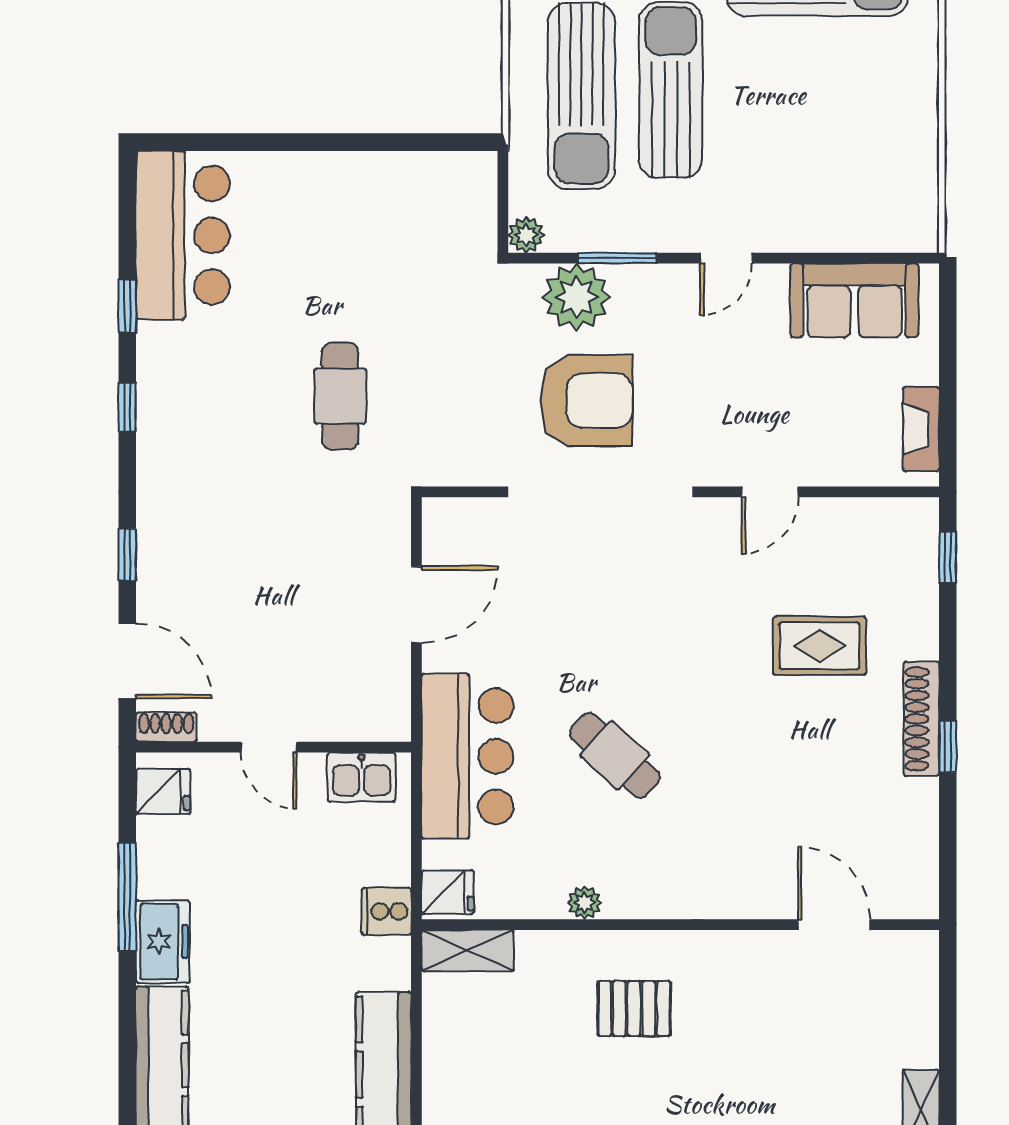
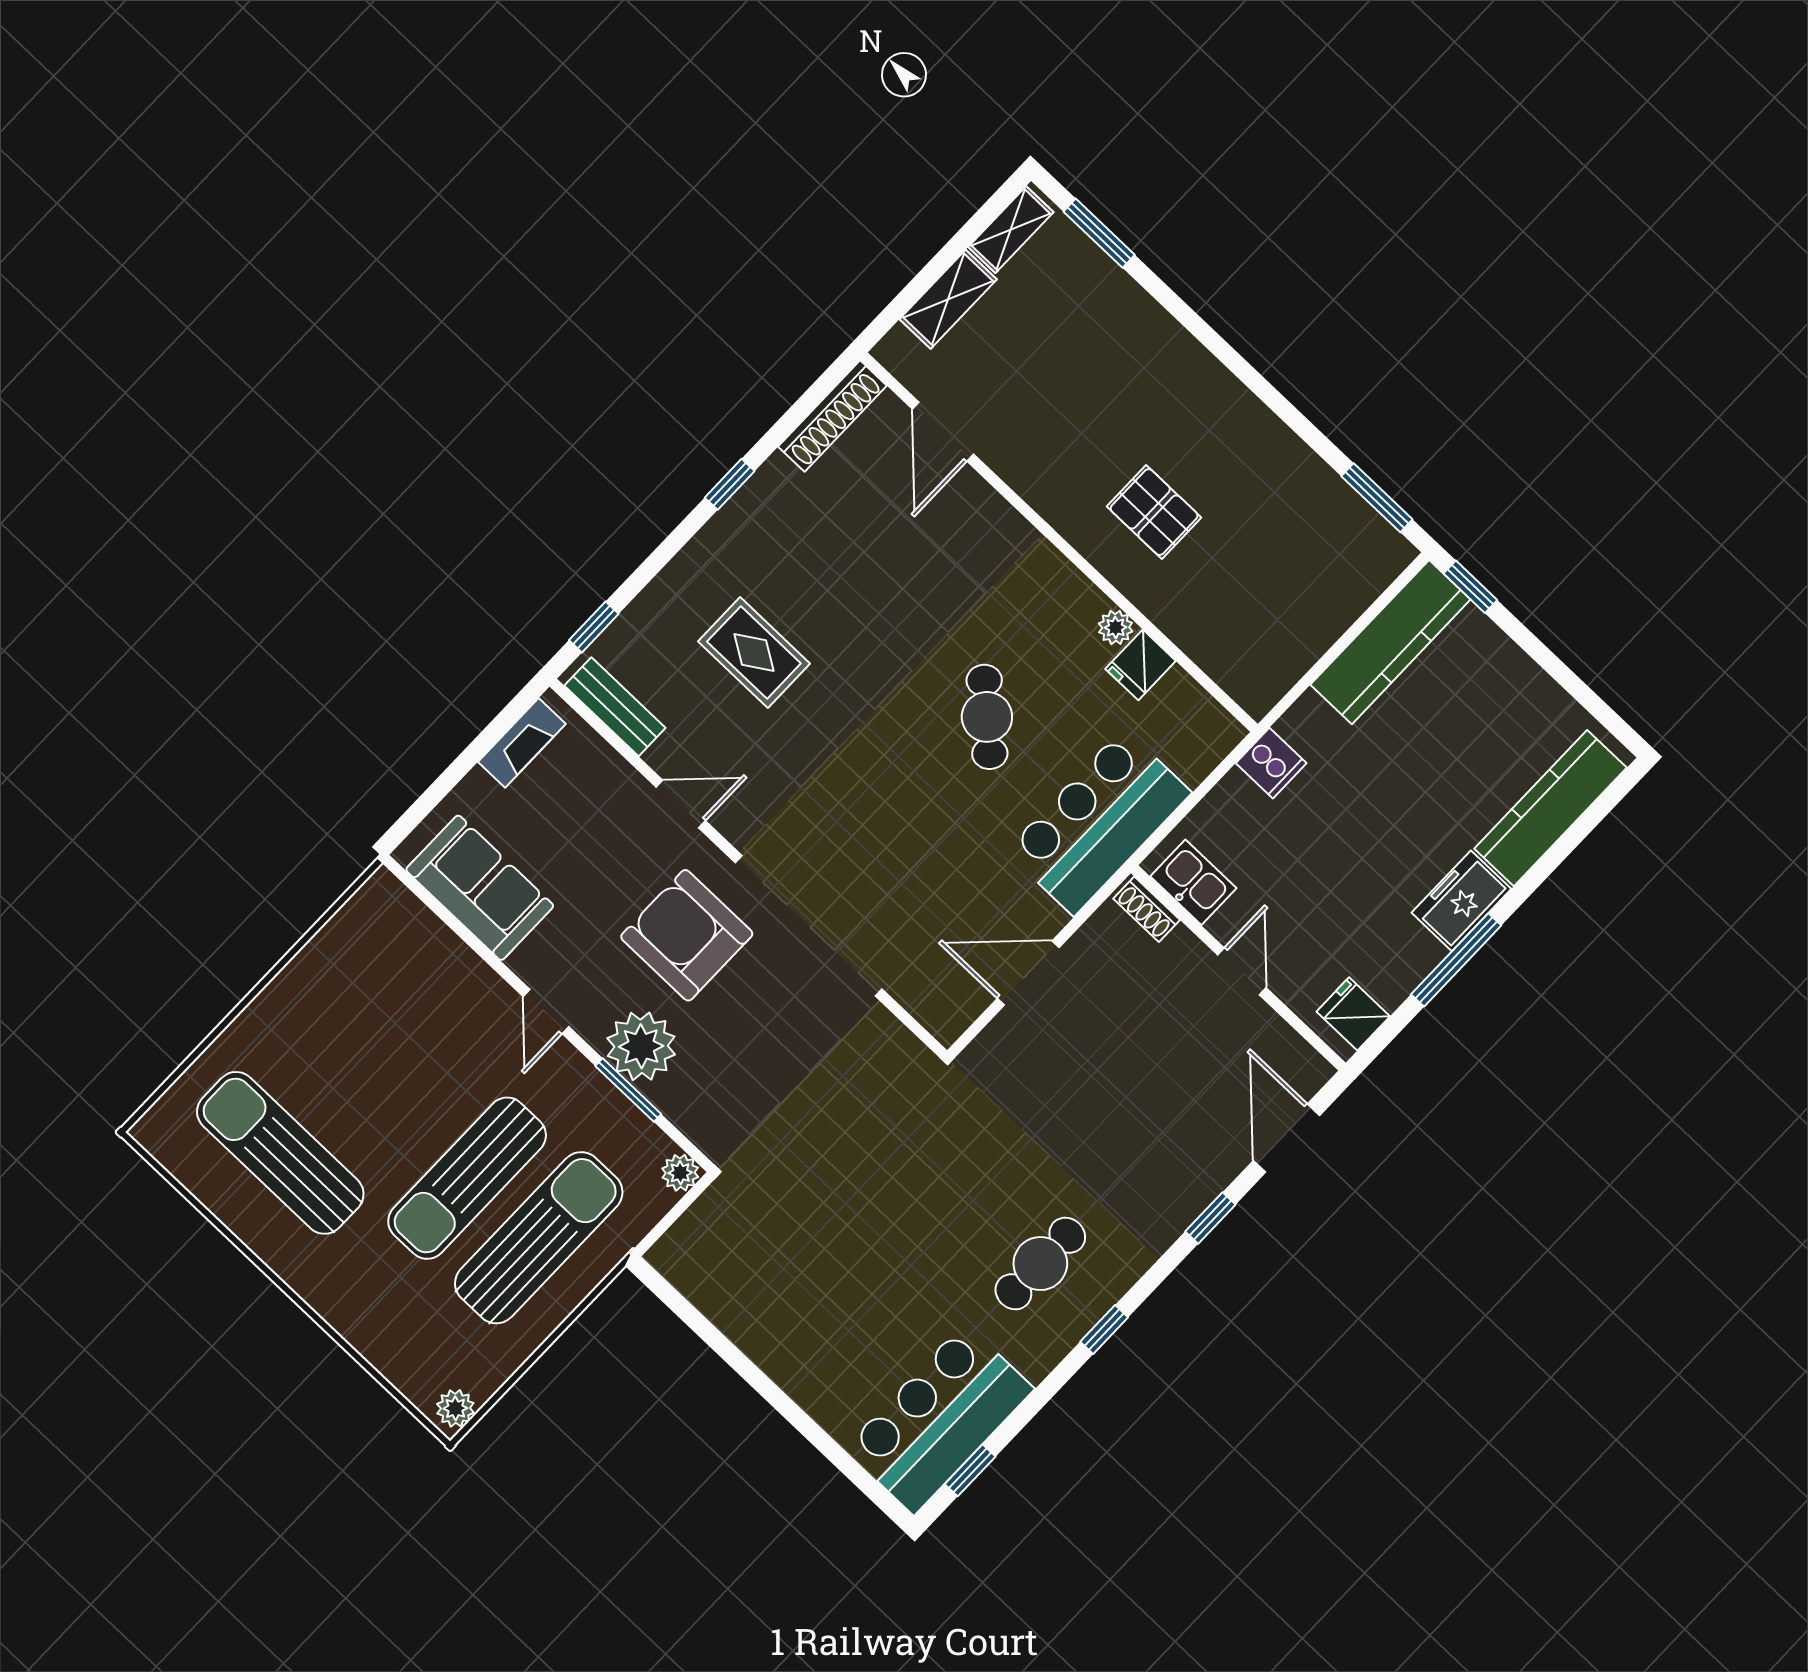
door: (726, 258) -> (546, 1012), swing flipped
plant: (576, 297) -> (641, 1046), moved
window: (127, 306) -> (970, 1470), moved
cafe table: (340, 396) -> (1040, 1264), moved
armchair: (587, 401) -> (687, 935), moved
bench: (880, 516) -> (615, 707), added
shoe rack: (921, 719) -> (832, 416), moved
shoe rack: (166, 727) -> (1147, 909), moved
fridge: (448, 892) -> (1141, 665), moved, turned -90
shelving: (468, 951) -> (948, 299), moved, turned 90

